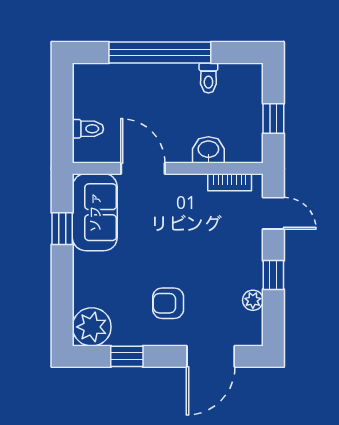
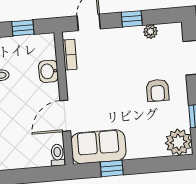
toilet: (88, 129) -> (57, 155), moved

